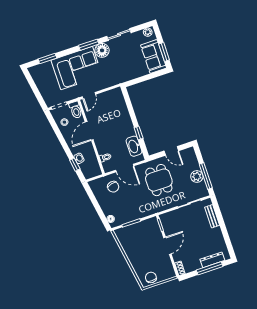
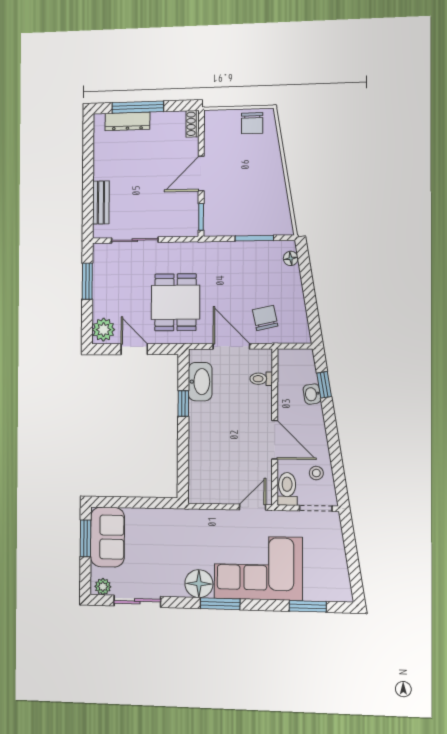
sliding door: (119, 35) -> (137, 601), moved
door: (89, 131) -> (275, 440), hinge flipped
plant: (197, 176) -> (103, 330), moved
window: (206, 176) -> (87, 281), width x0.69

